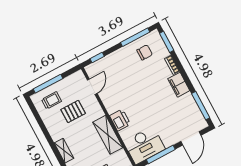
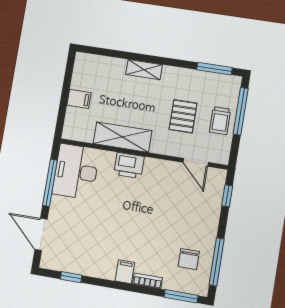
filing cabinet: (179, 85) -> (125, 272), width x0.50
trolley: (51, 100) -> (220, 121), moved
window: (201, 106) -> (71, 277), width x0.46
window: (36, 114) -> (214, 69), added

